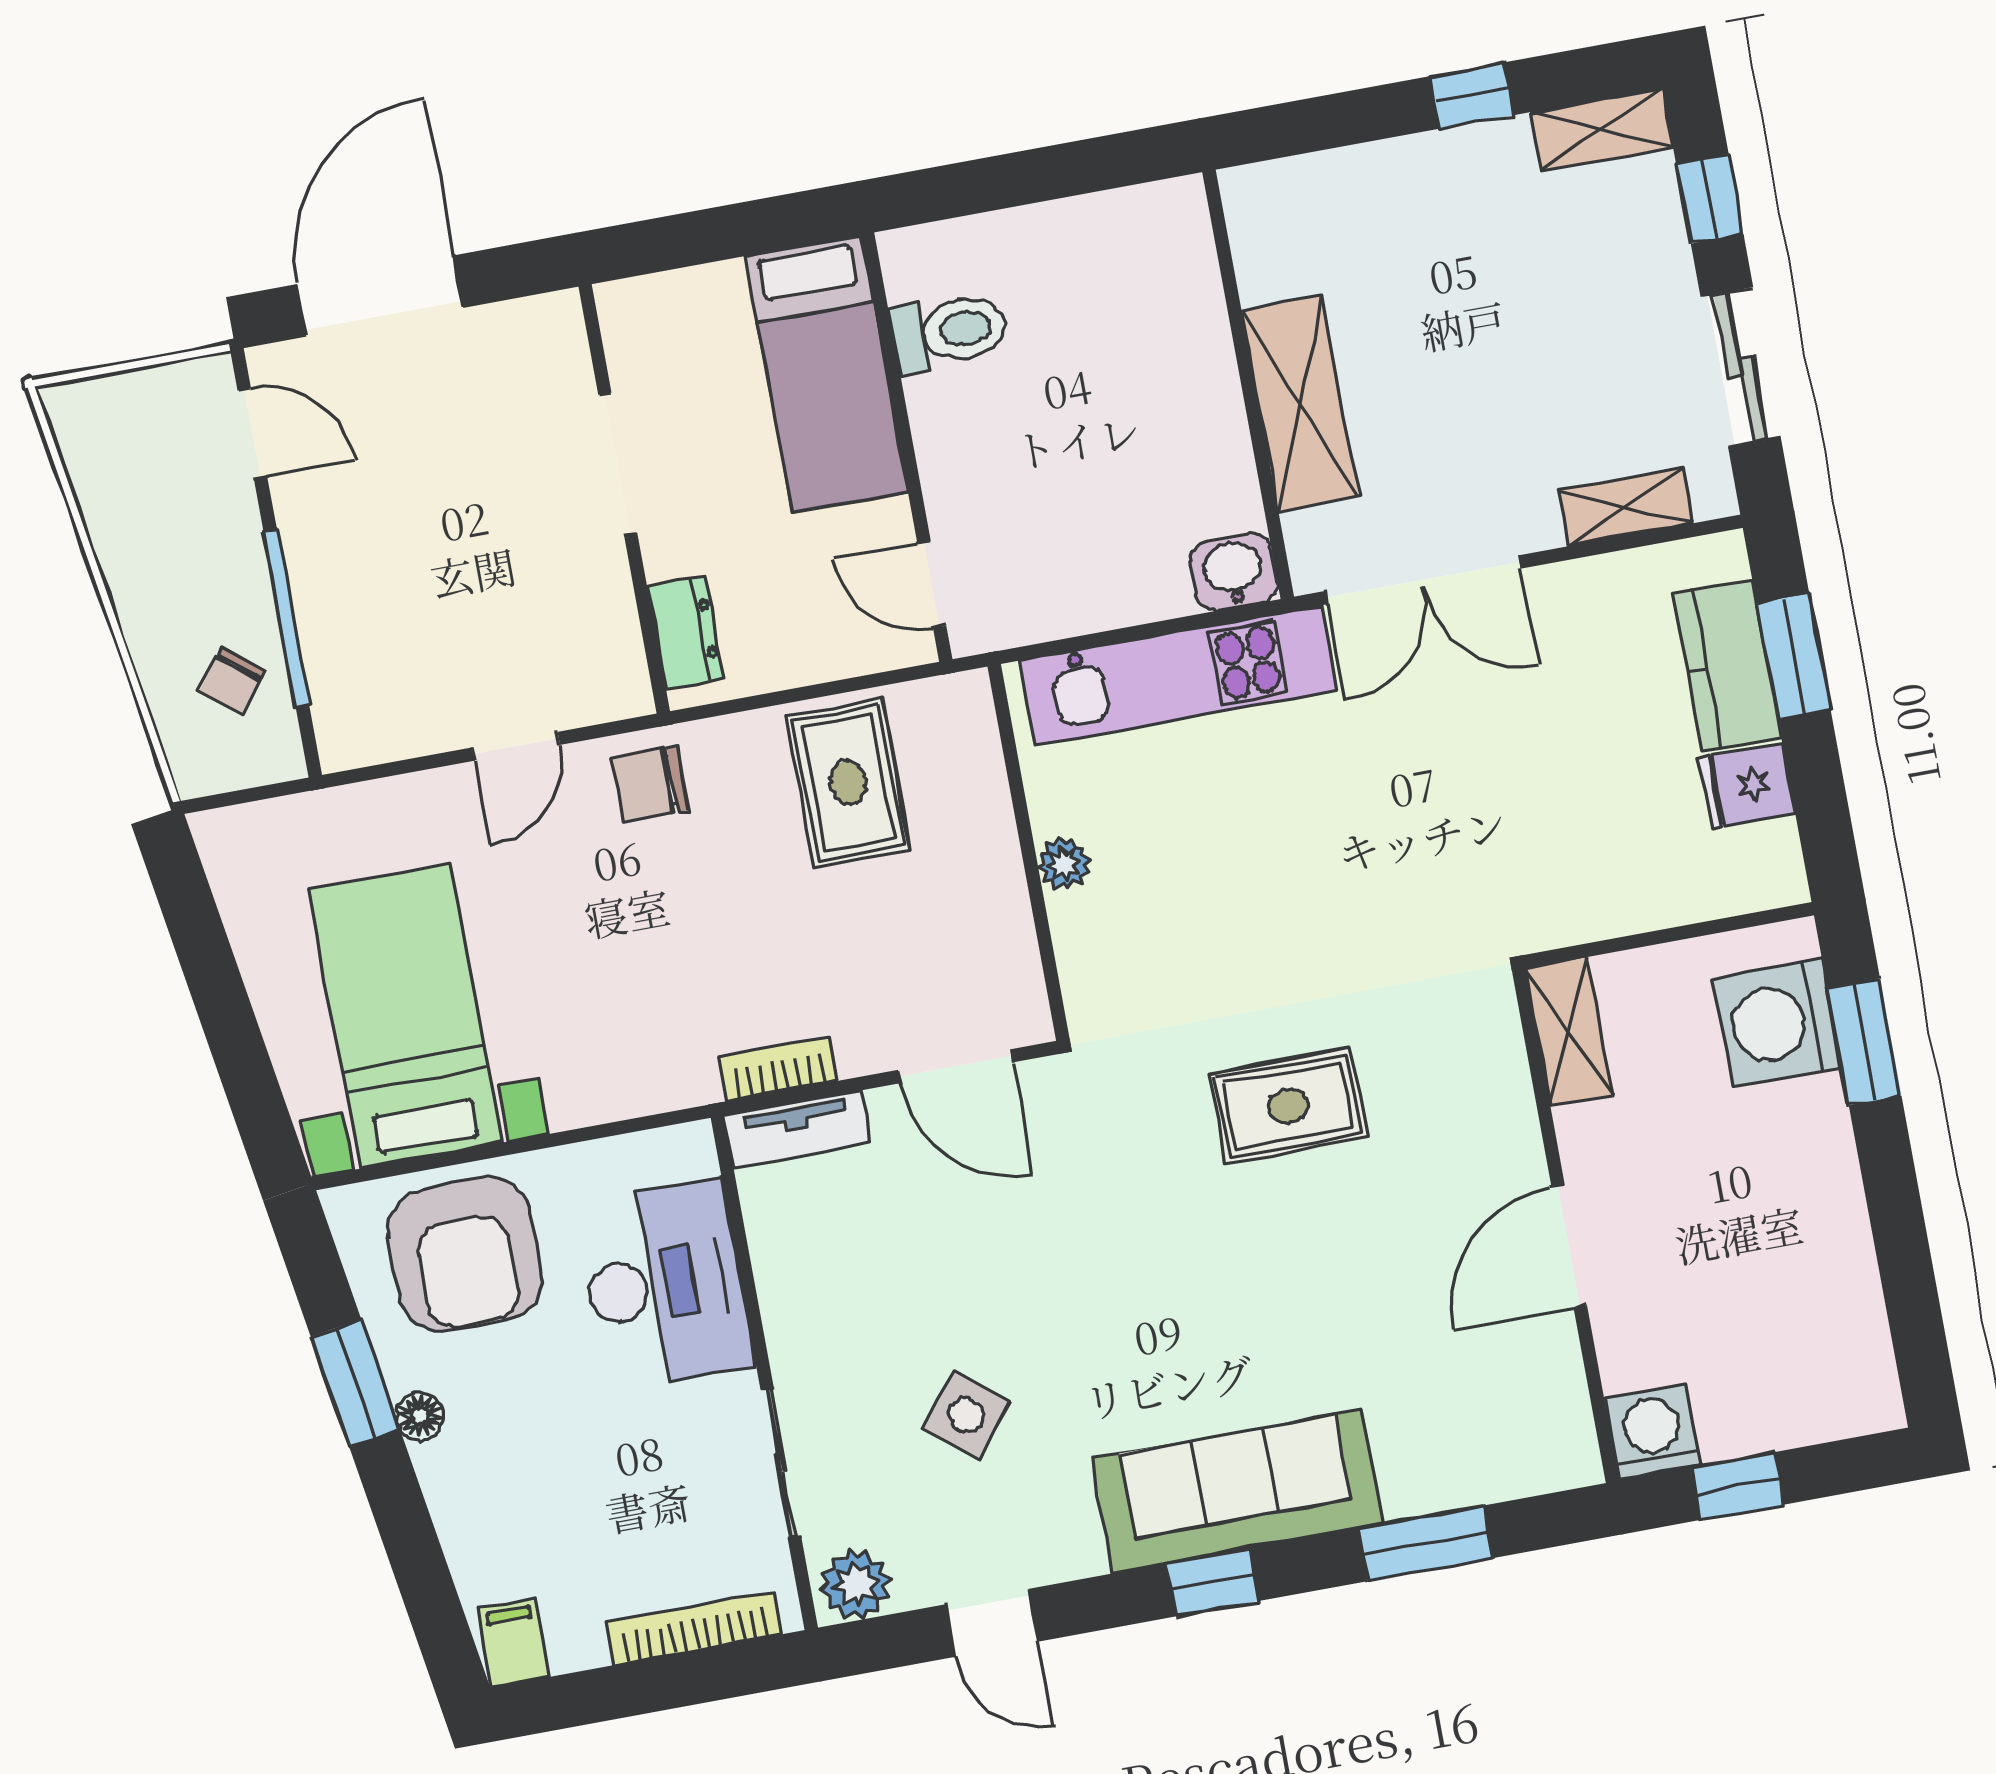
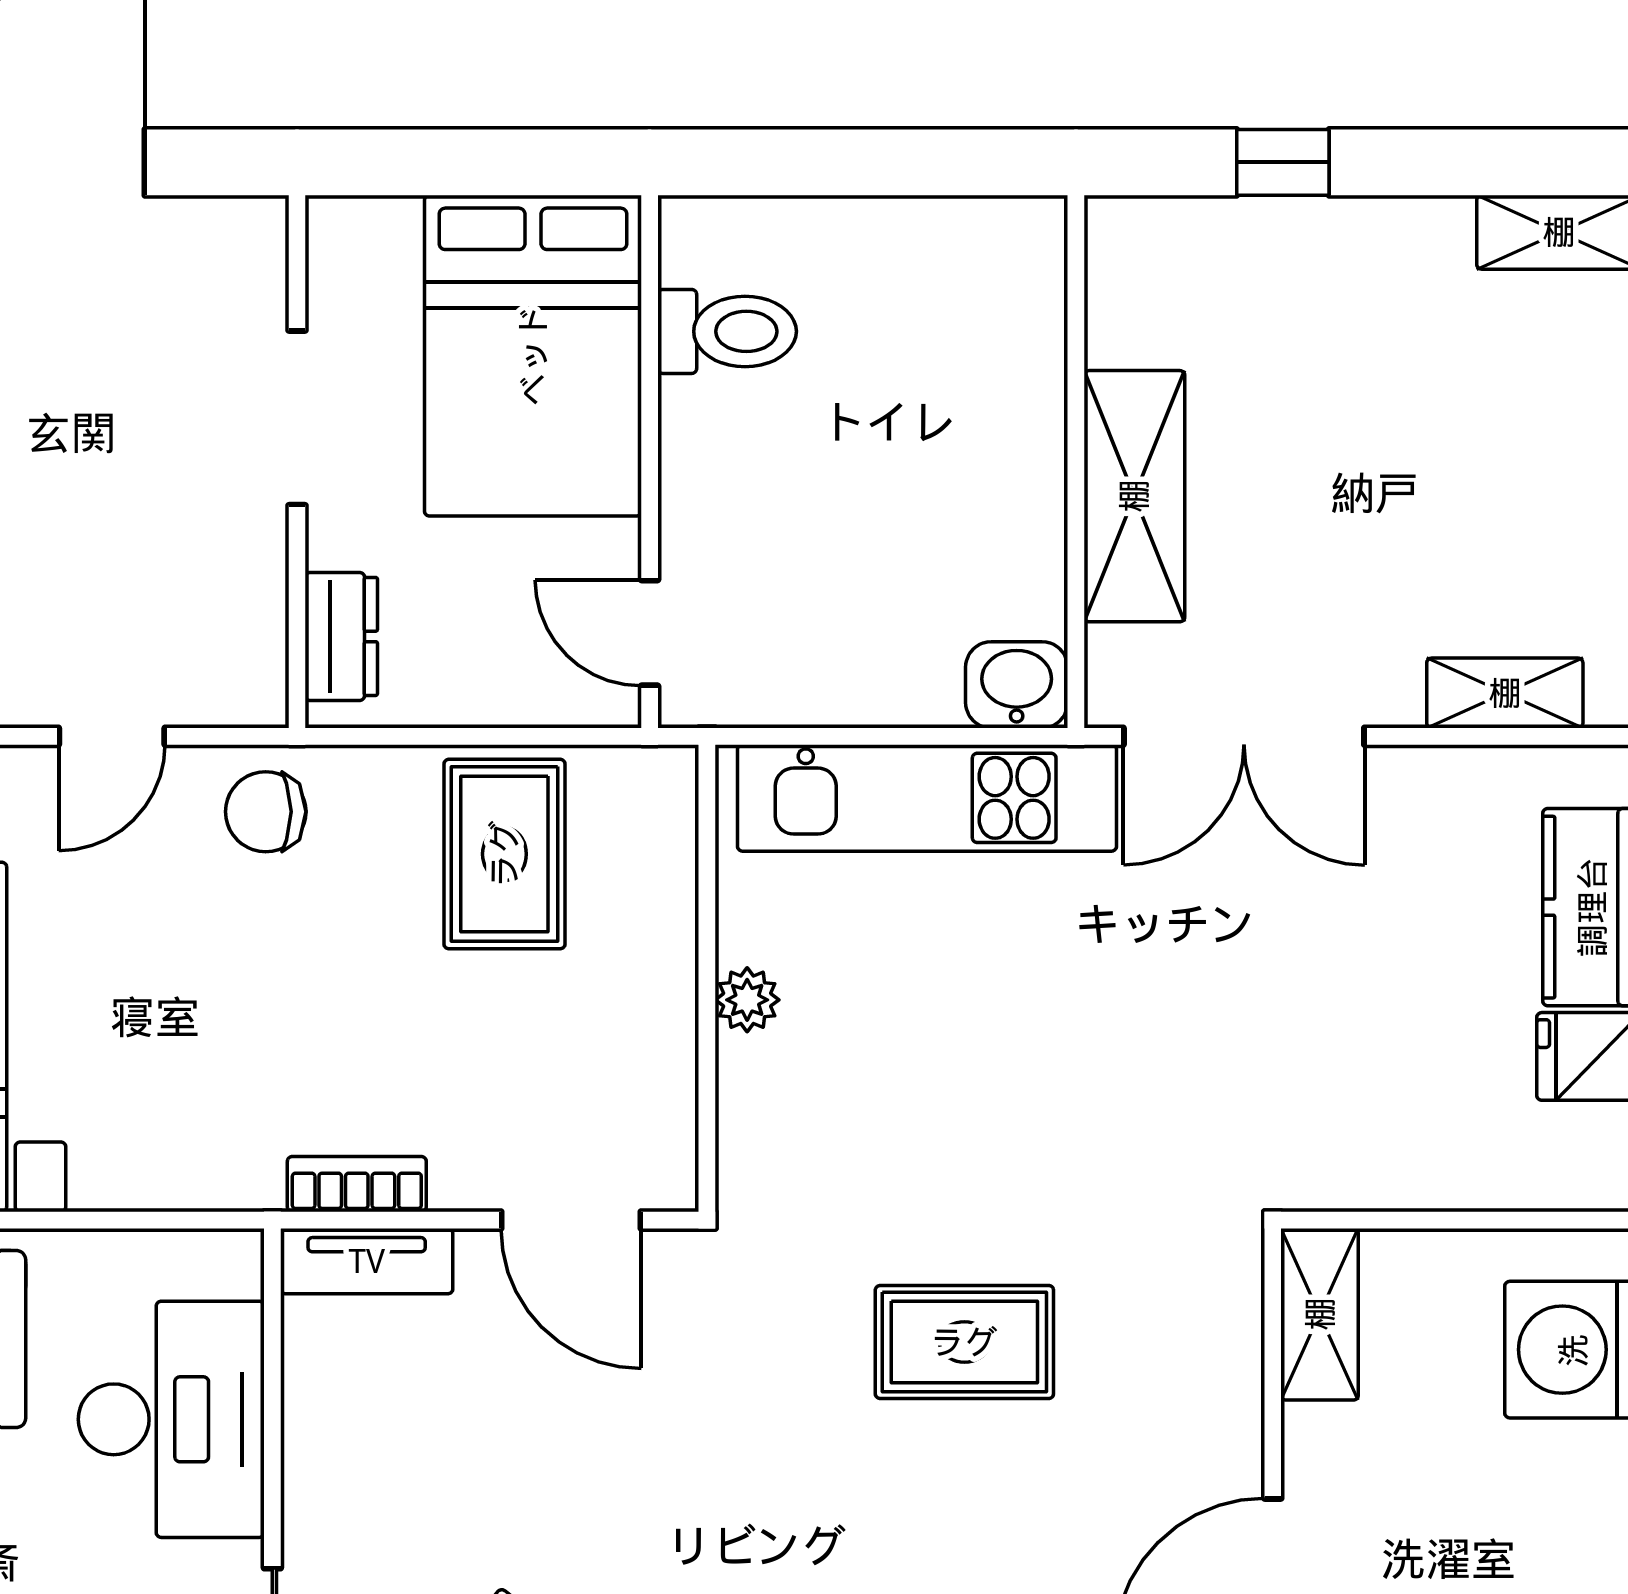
window: (1472, 96) -> (1283, 162), moved
bed: (827, 374) -> (533, 356), width x1.50

